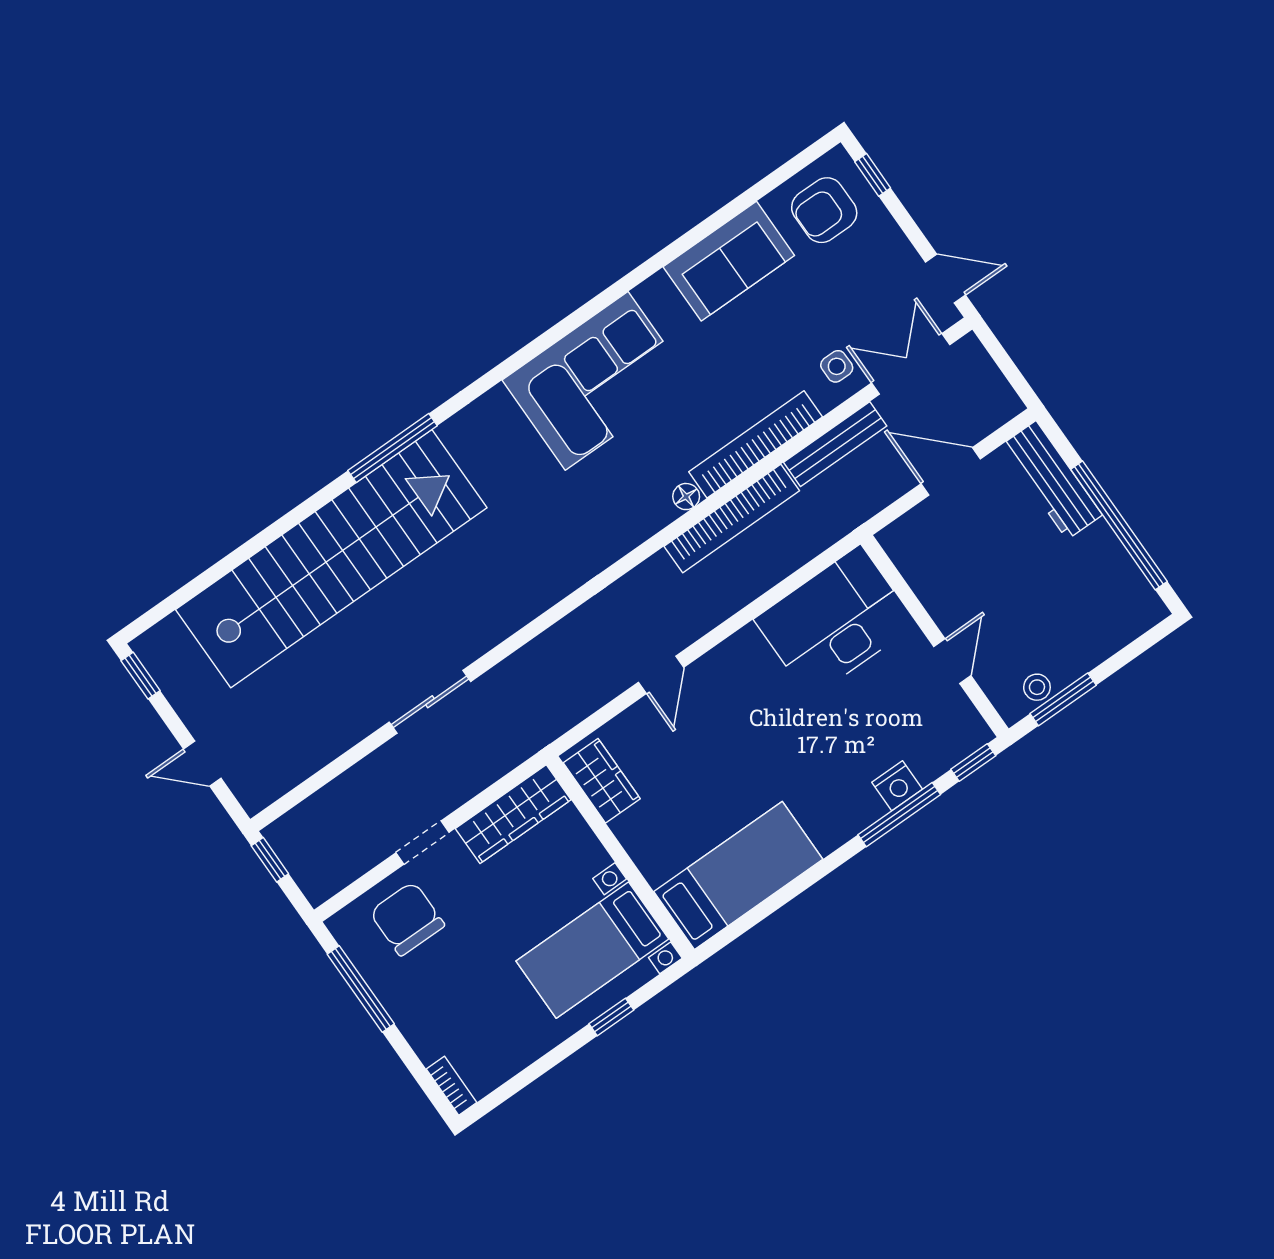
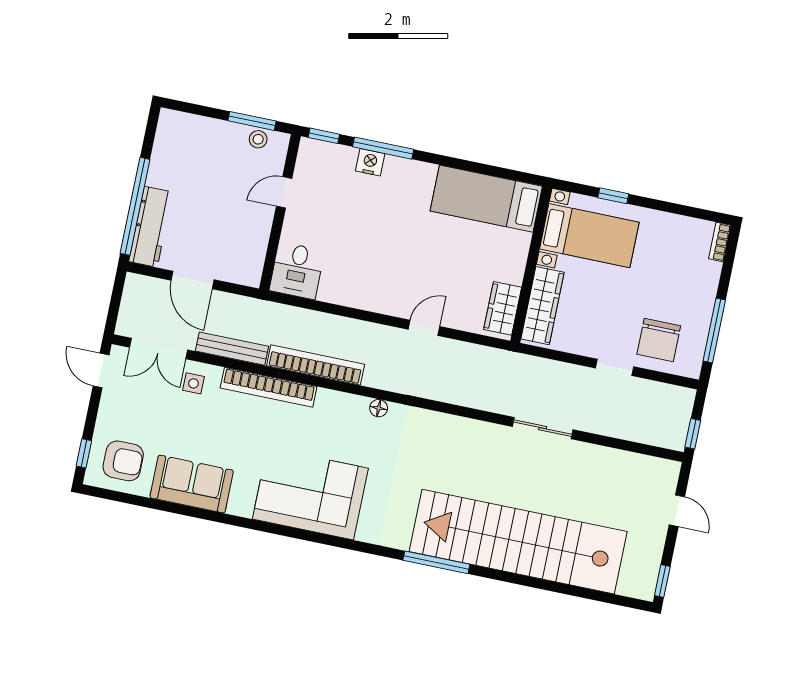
floor lamp: (686, 497) -> (379, 408), moved
window: (1119, 525) -> (135, 206), moved
desk: (835, 622) -> (297, 271), width x0.53, depth x0.77
wardrobe: (513, 814) -> (542, 306), moved, turned 90

